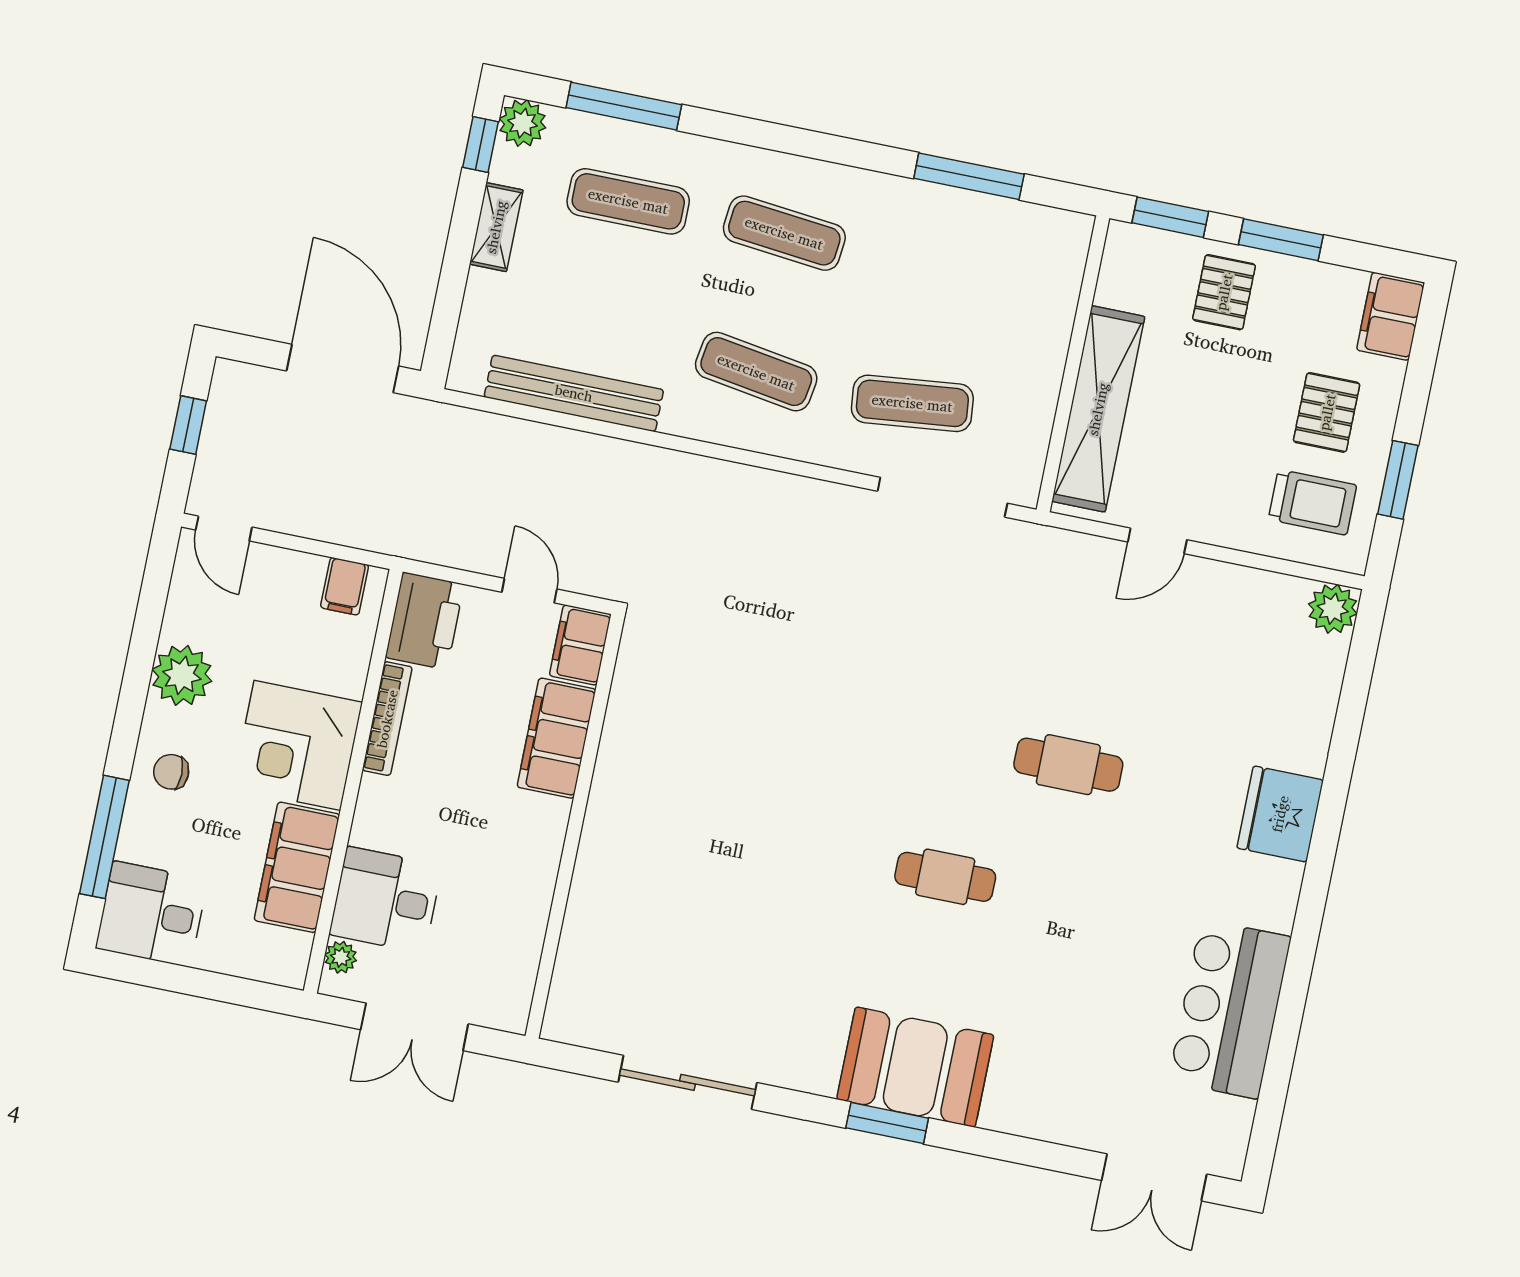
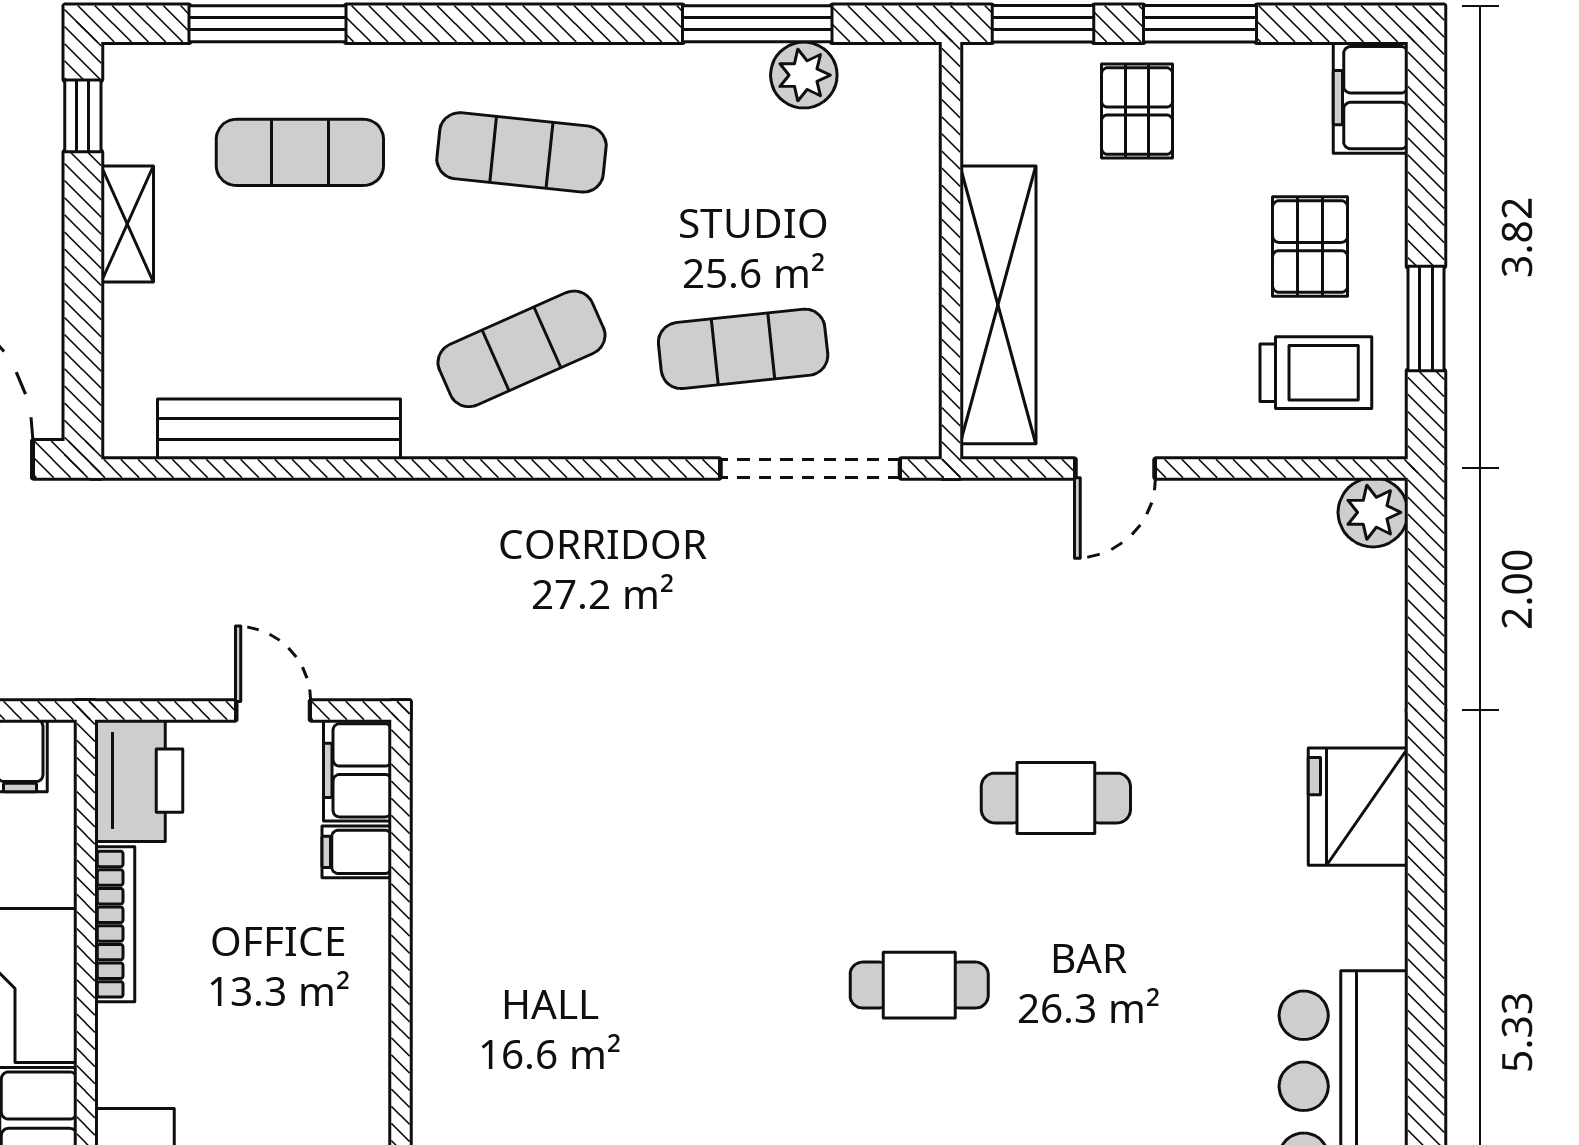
plant: (523, 123) -> (804, 75), moved
exercise mat: (756, 372) -> (521, 349), turned -33
filing cabinet: (556, 738) -> (357, 852), width x0.33, depth x0.86

